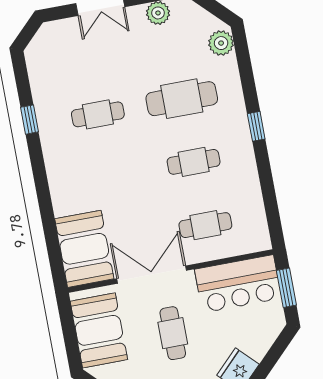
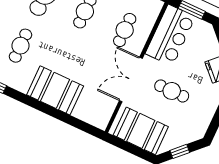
booth: (84, 249) -> (55, 90), moved

